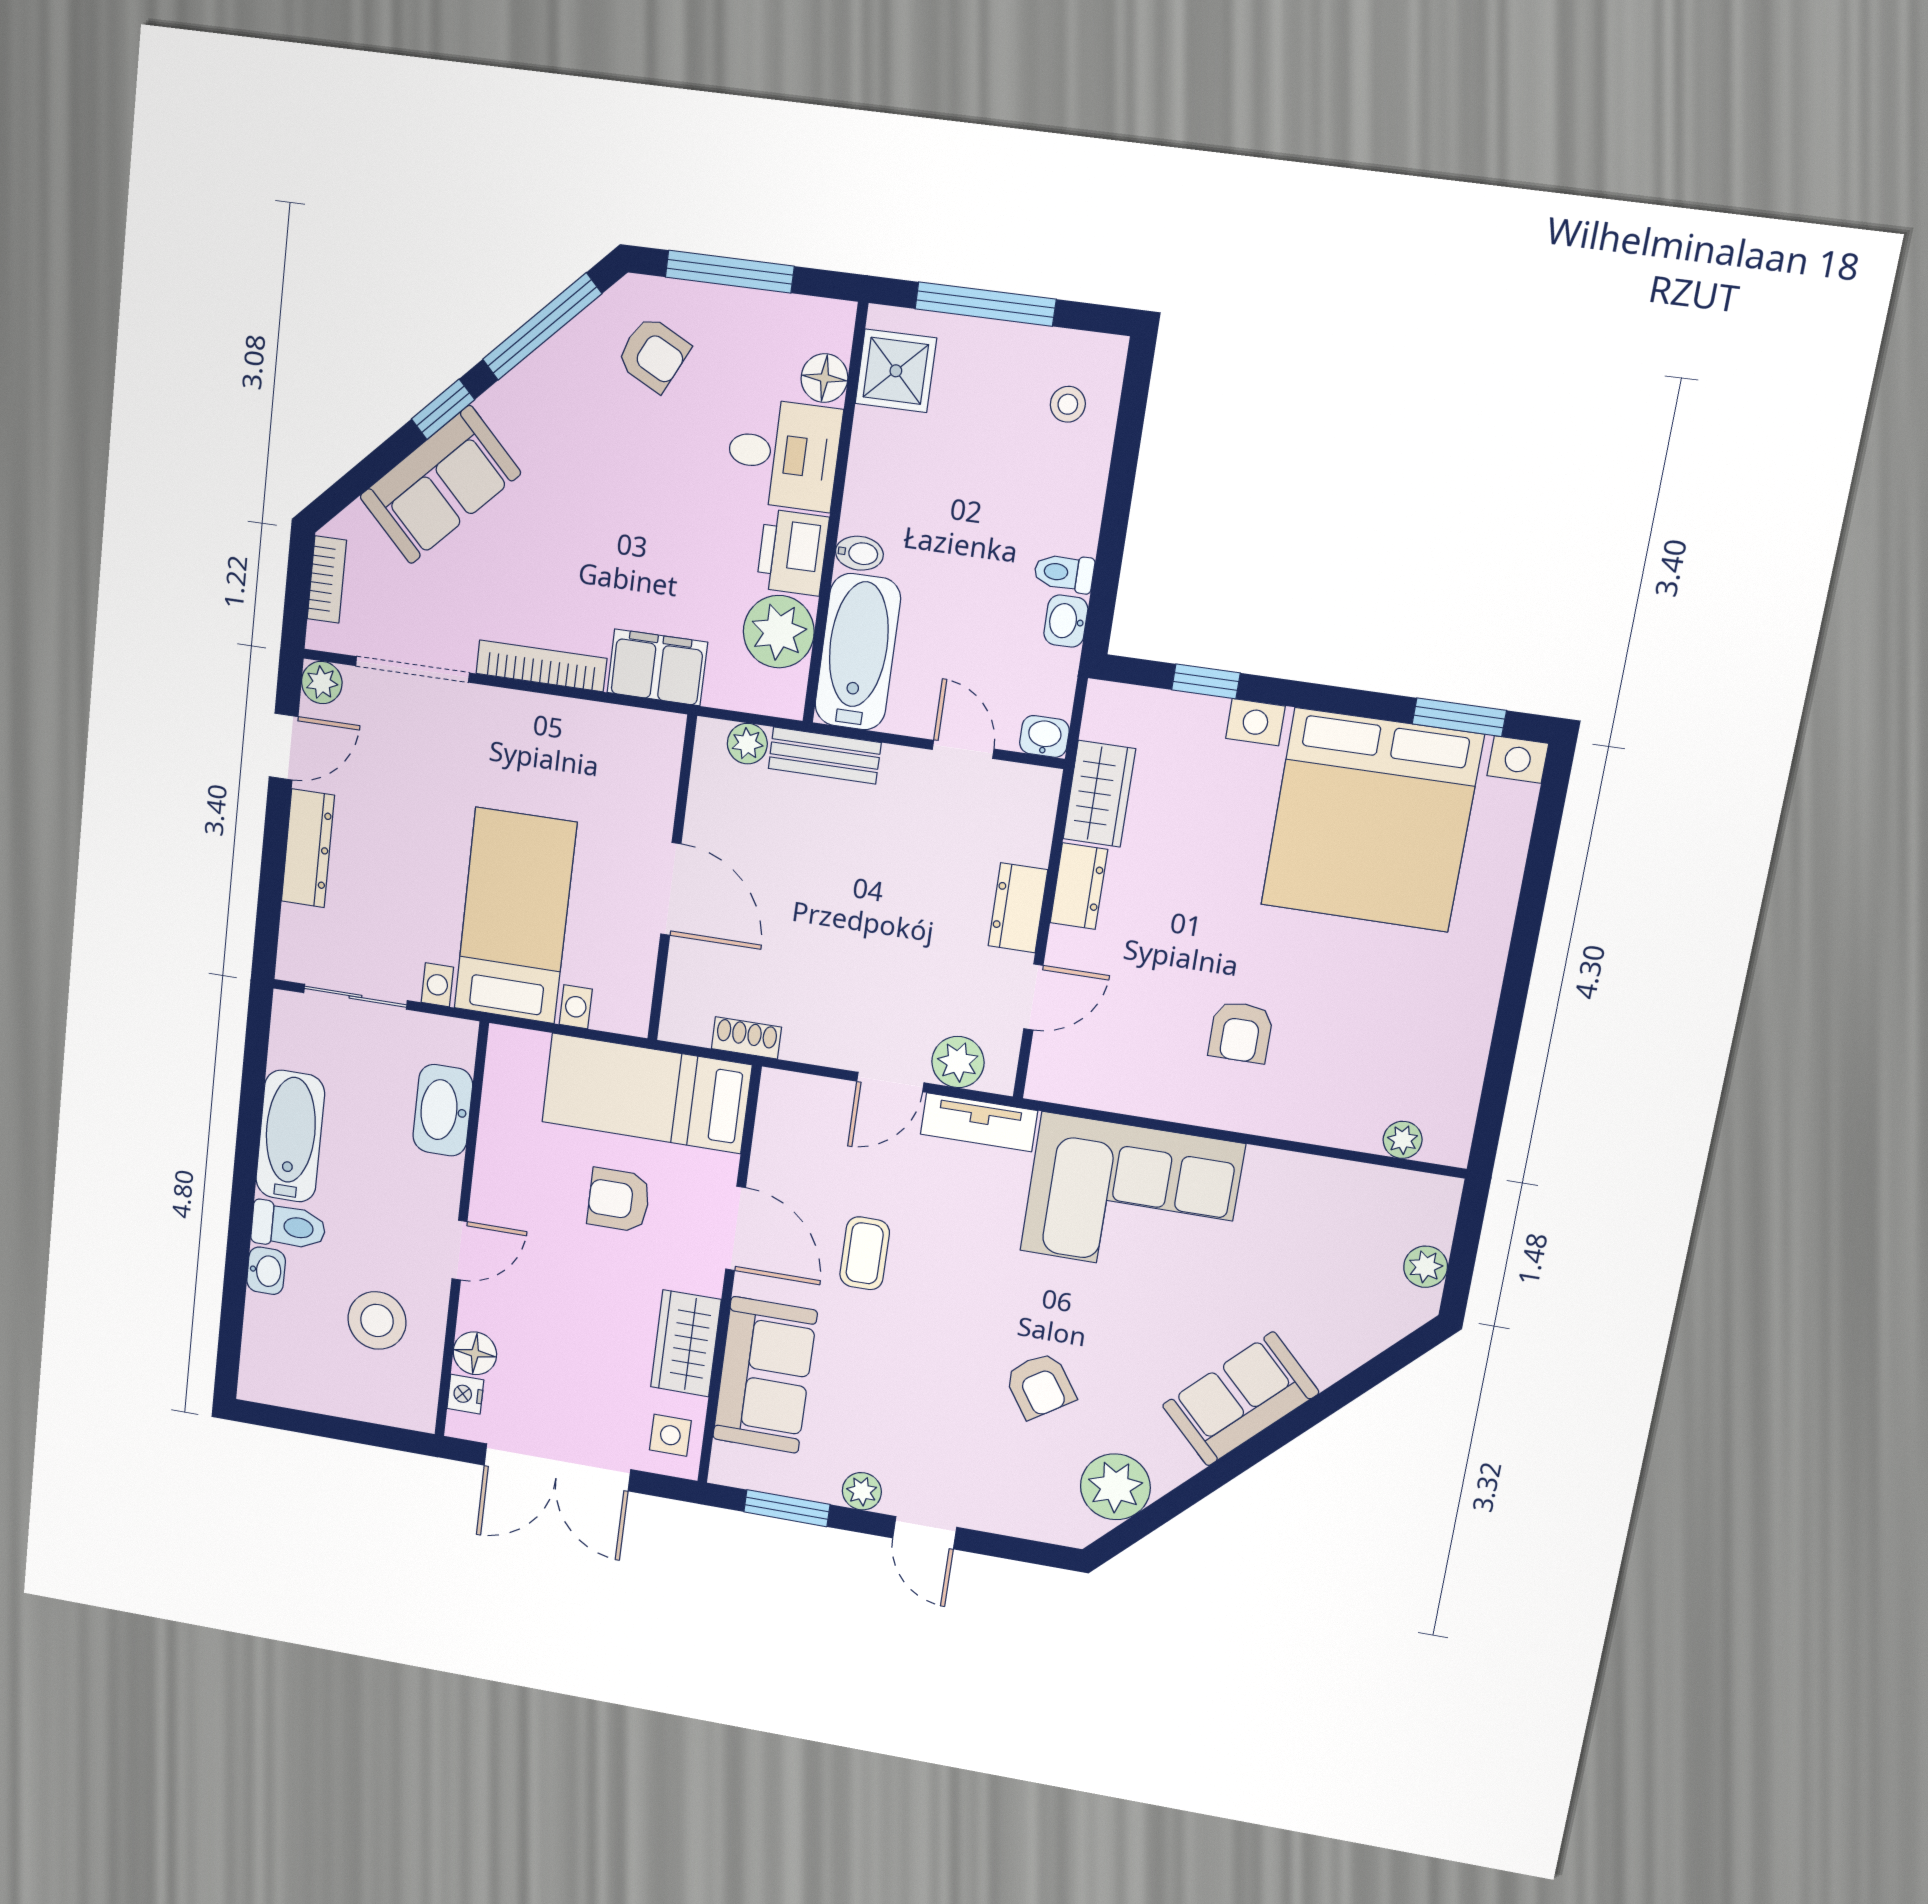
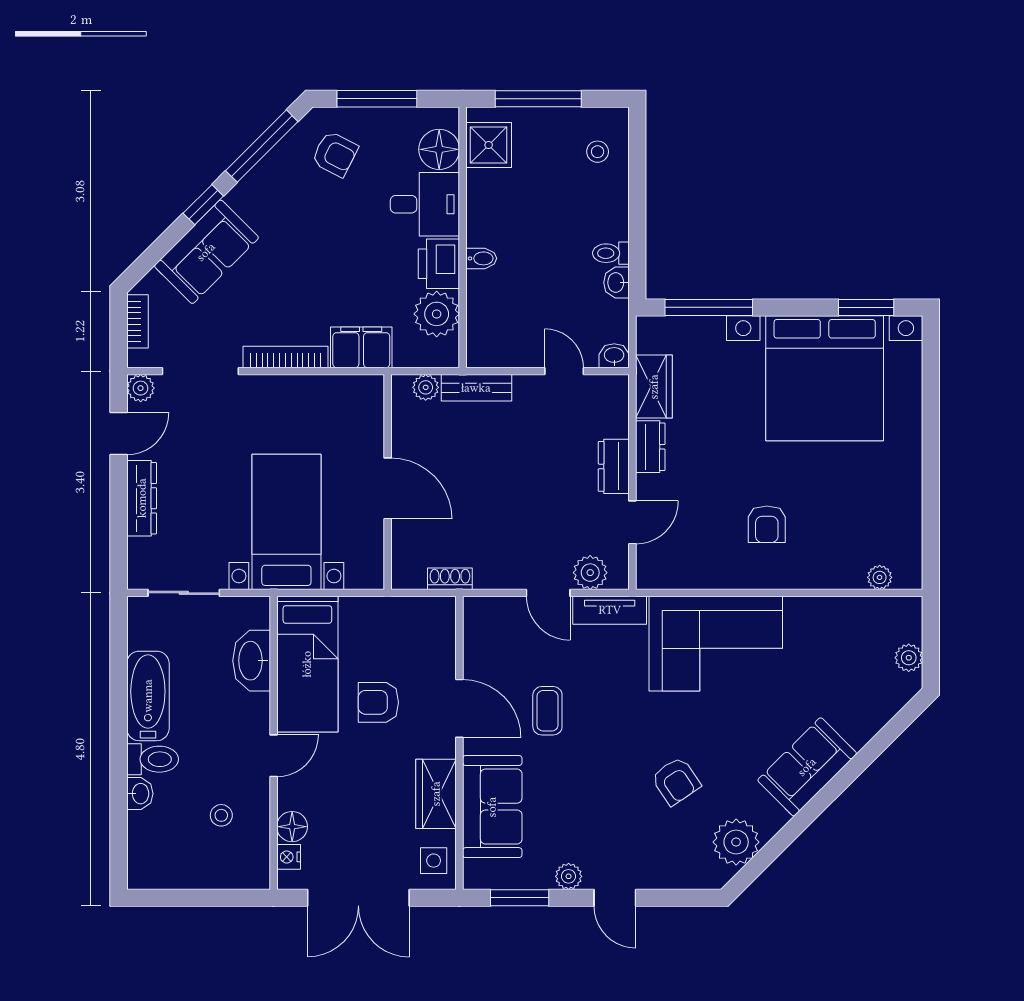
floor lamp: (824, 378) -> (439, 149), width x1.38, depth x1.38
bathtub: (858, 652) -> (489, 320), removed
window: (1206, 681) -> (709, 307), width x2.17
door: (890, 1082) -> (548, 593), hinge flipped
bed: (646, 1093) -> (307, 664), moved, turned -90
stool: (377, 1320) -> (221, 815), width x0.53, depth x0.53

